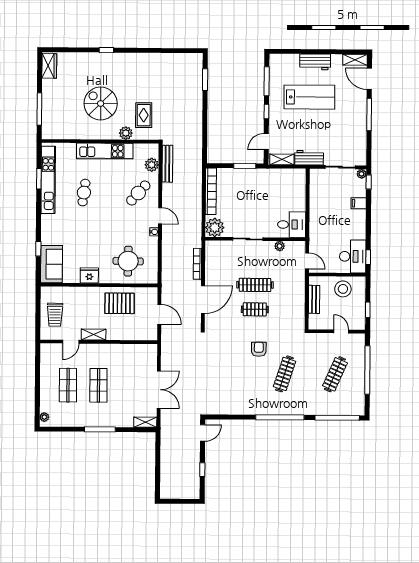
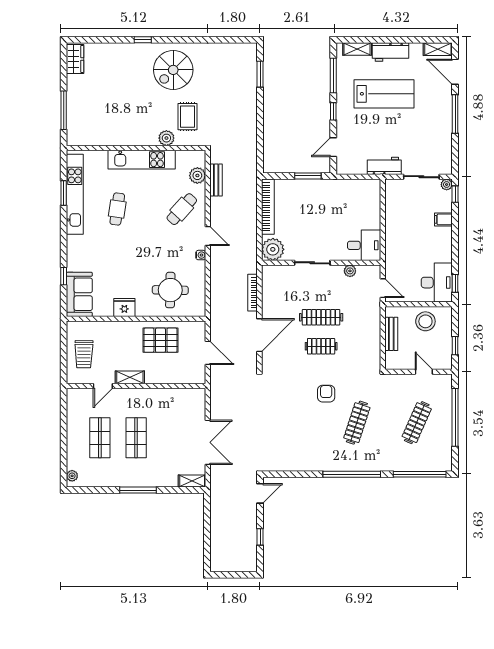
spiral stairs: (101, 103) -> (173, 70), moved, turned -90
shelving: (282, 159) -> (357, 49), moved
bench: (167, 164) -> (216, 180), width x0.73

